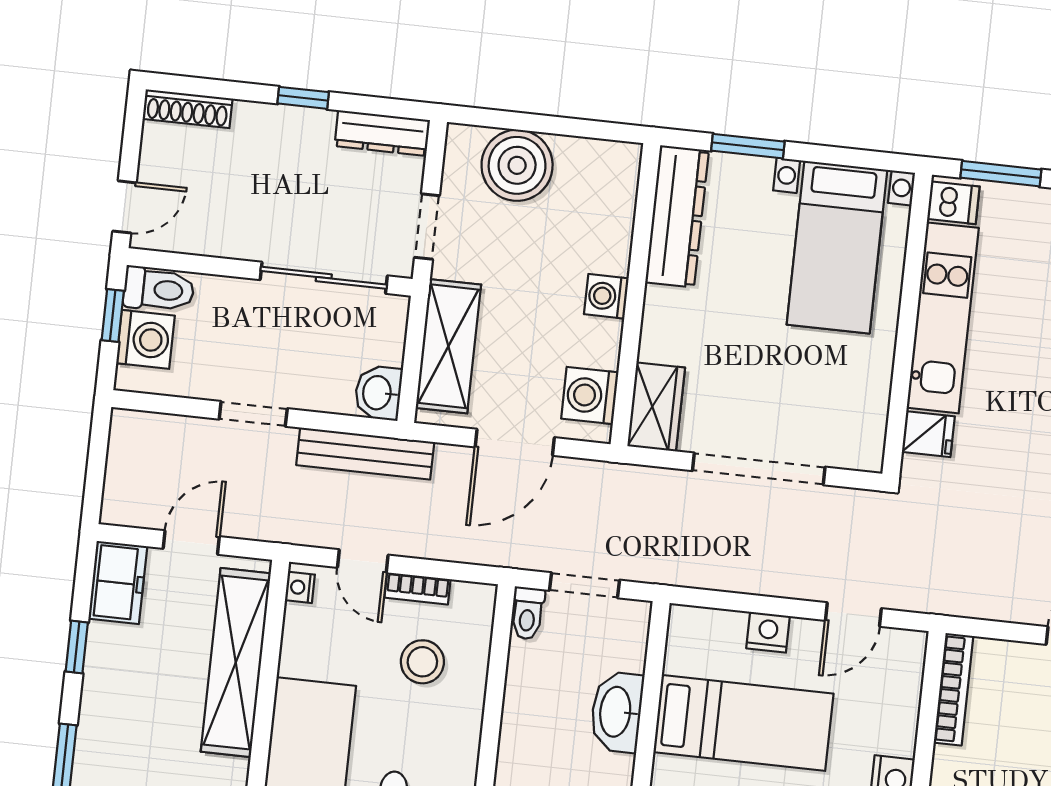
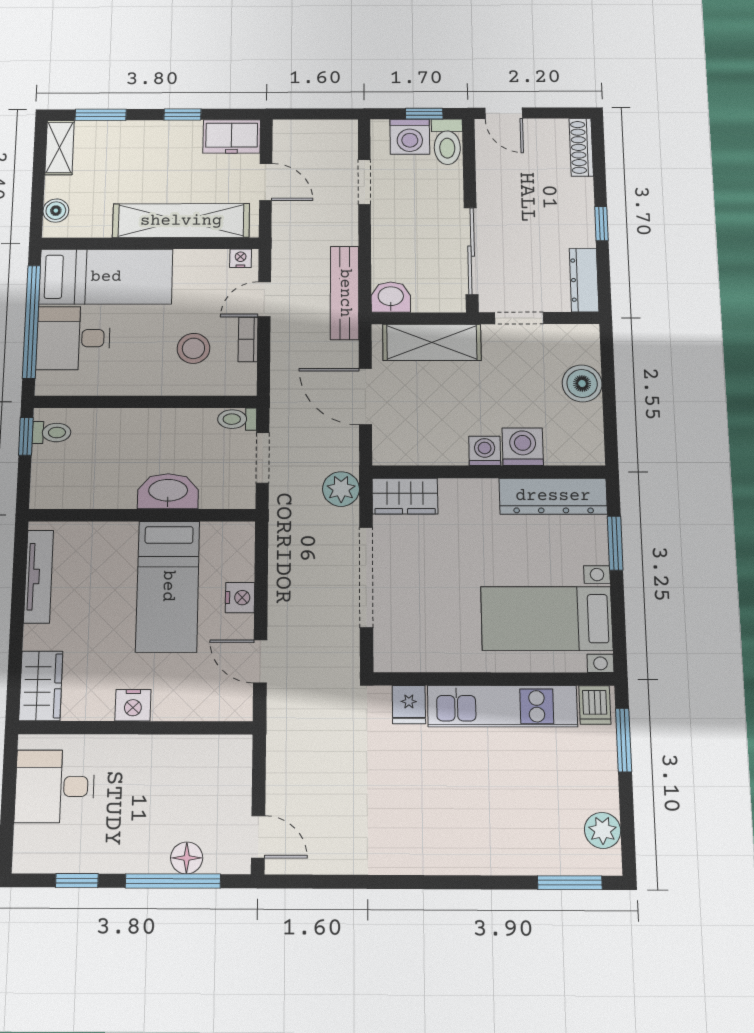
boiler: (517, 165) -> (582, 383), width x0.73, depth x0.73
washing machine: (590, 396) -> (523, 447), moved
doorway: (253, 414) -> (364, 182), moved
plant: (638, 488) -> (341, 489), added
bookcase: (954, 689) -> (208, 746), removed

